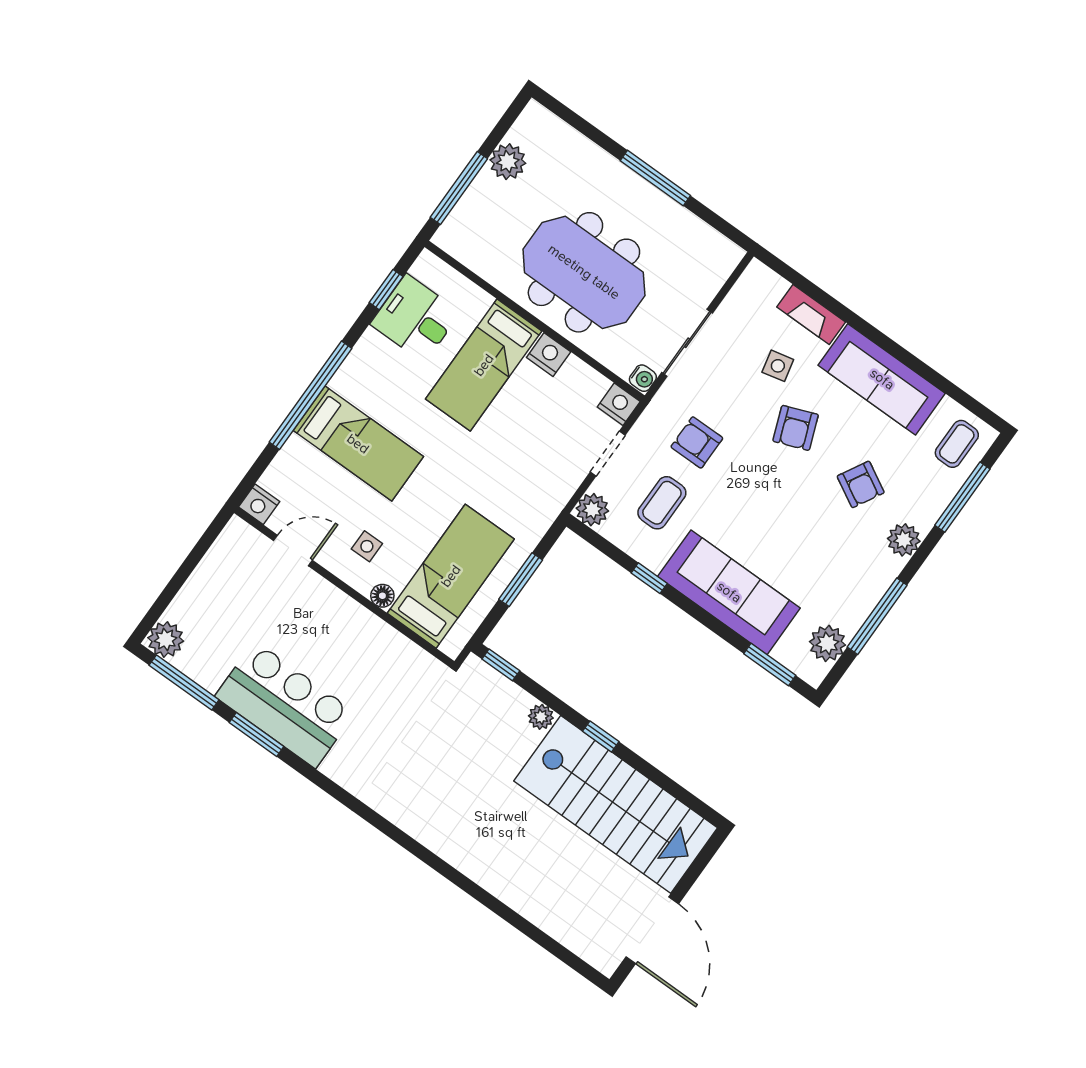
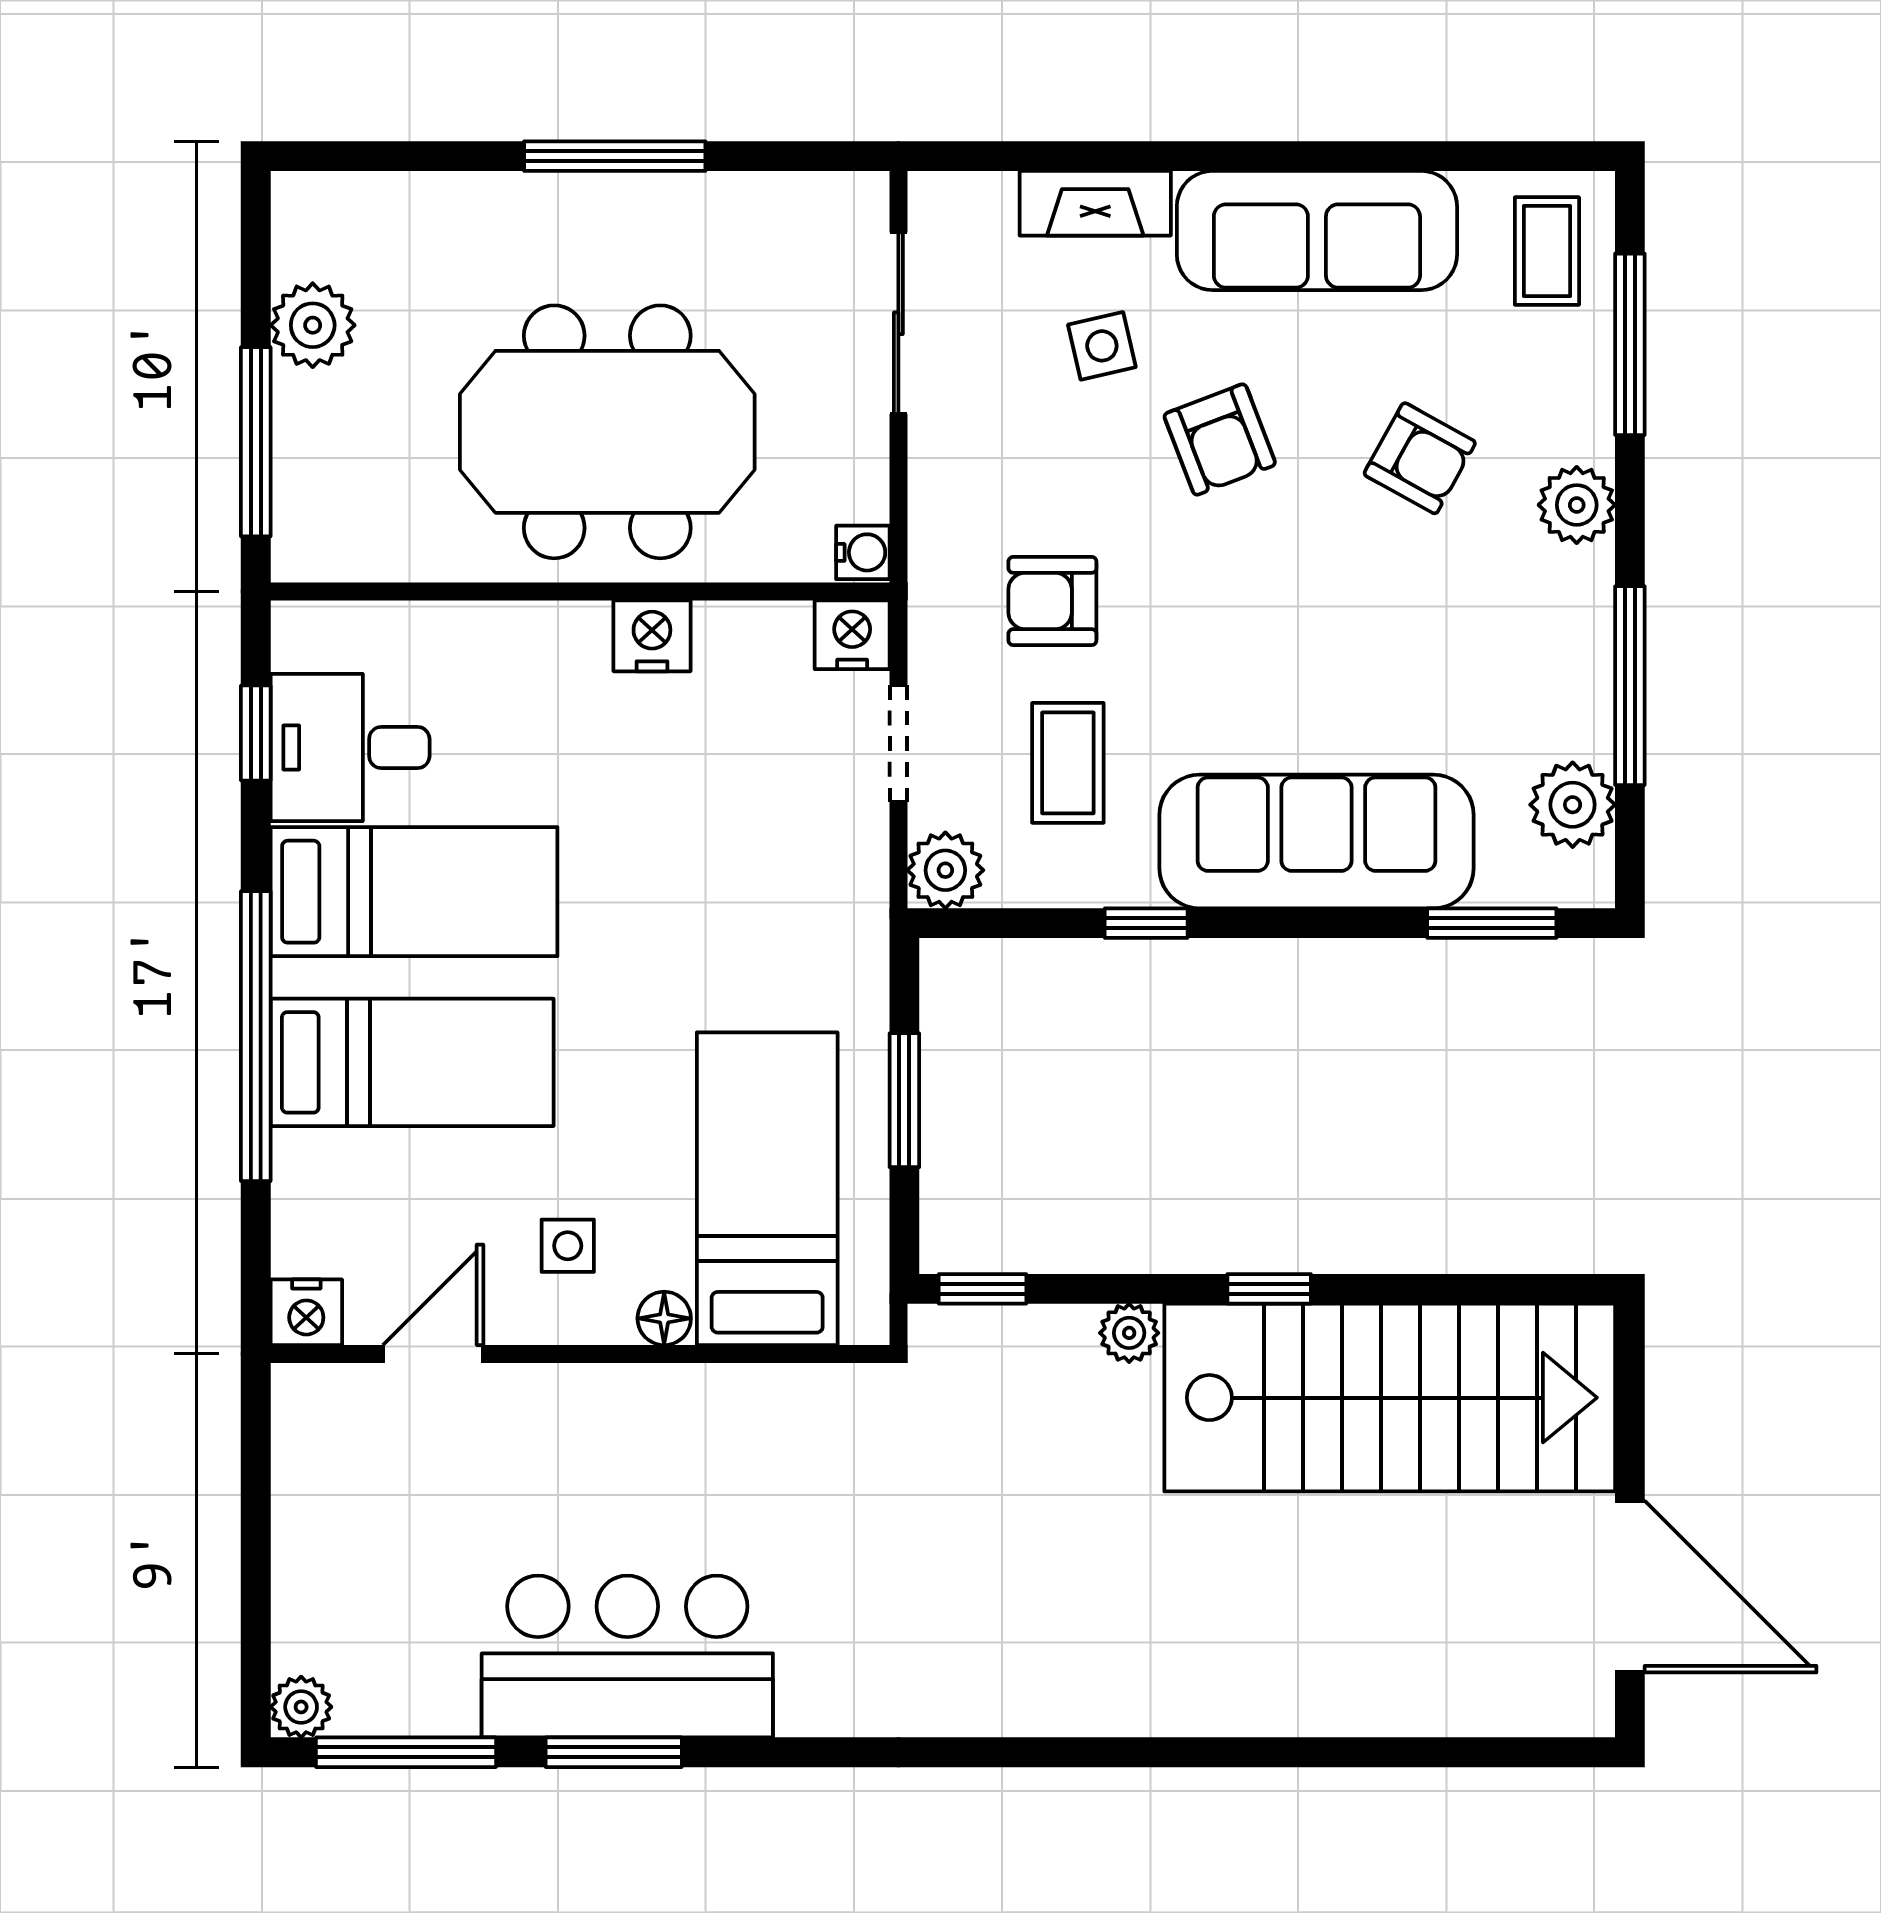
sliding door: (687, 343) -> (898, 323), moved
bed: (484, 365) -> (414, 892), moved, turned -90
plant: (166, 639) -> (301, 1707), width x0.73, depth x0.73

